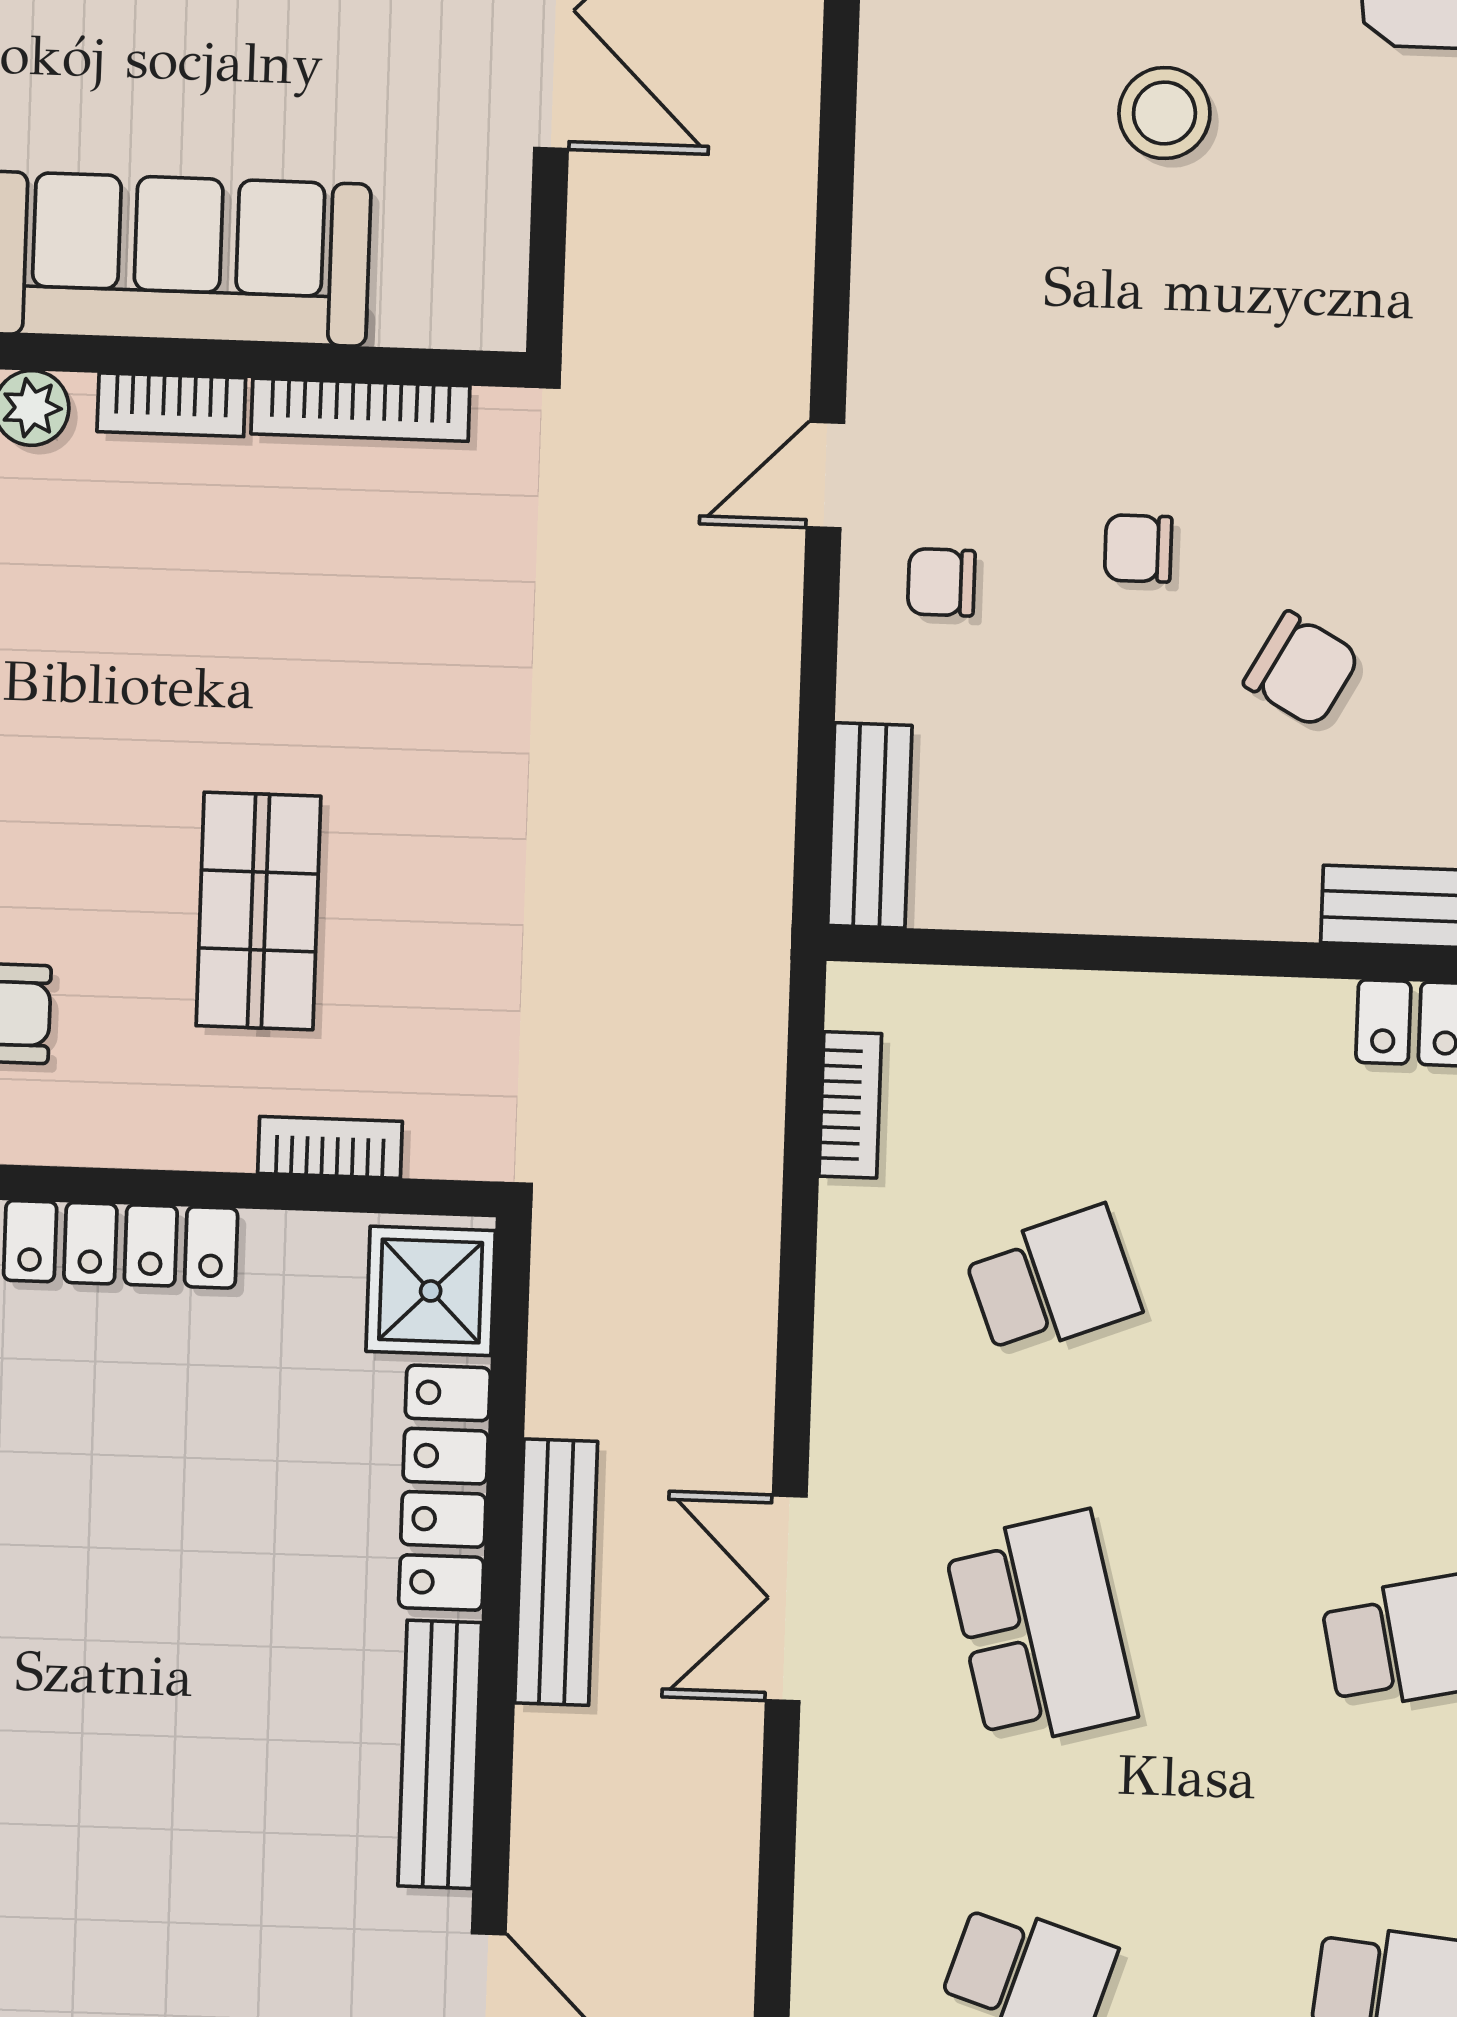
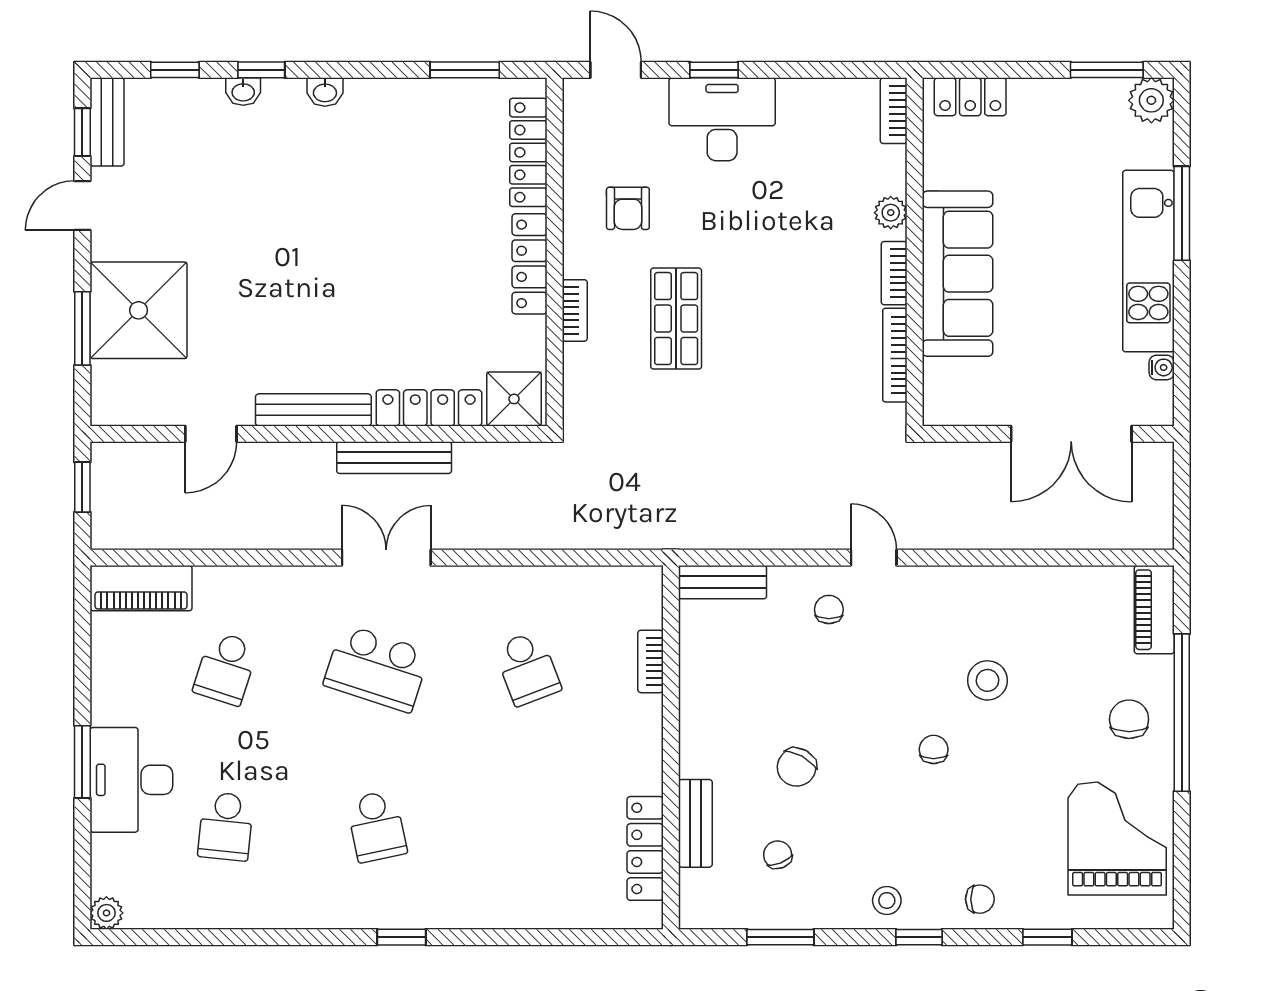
stool: (1164, 113) -> (987, 680), moved
chair: (1138, 548) -> (934, 749), moved
shop shelf: (259, 911) -> (676, 319), turned 90
bookcase: (850, 1105) -> (650, 661), moved, turned 90
bookcase: (330, 1147) -> (575, 310), moved
school desk: (1040, 1629) -> (377, 668), turned 33

